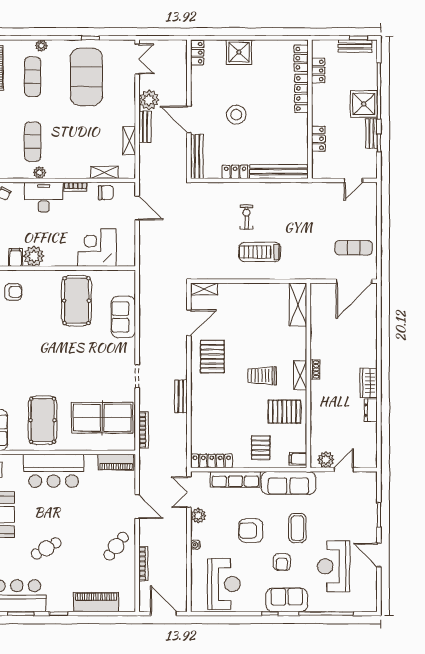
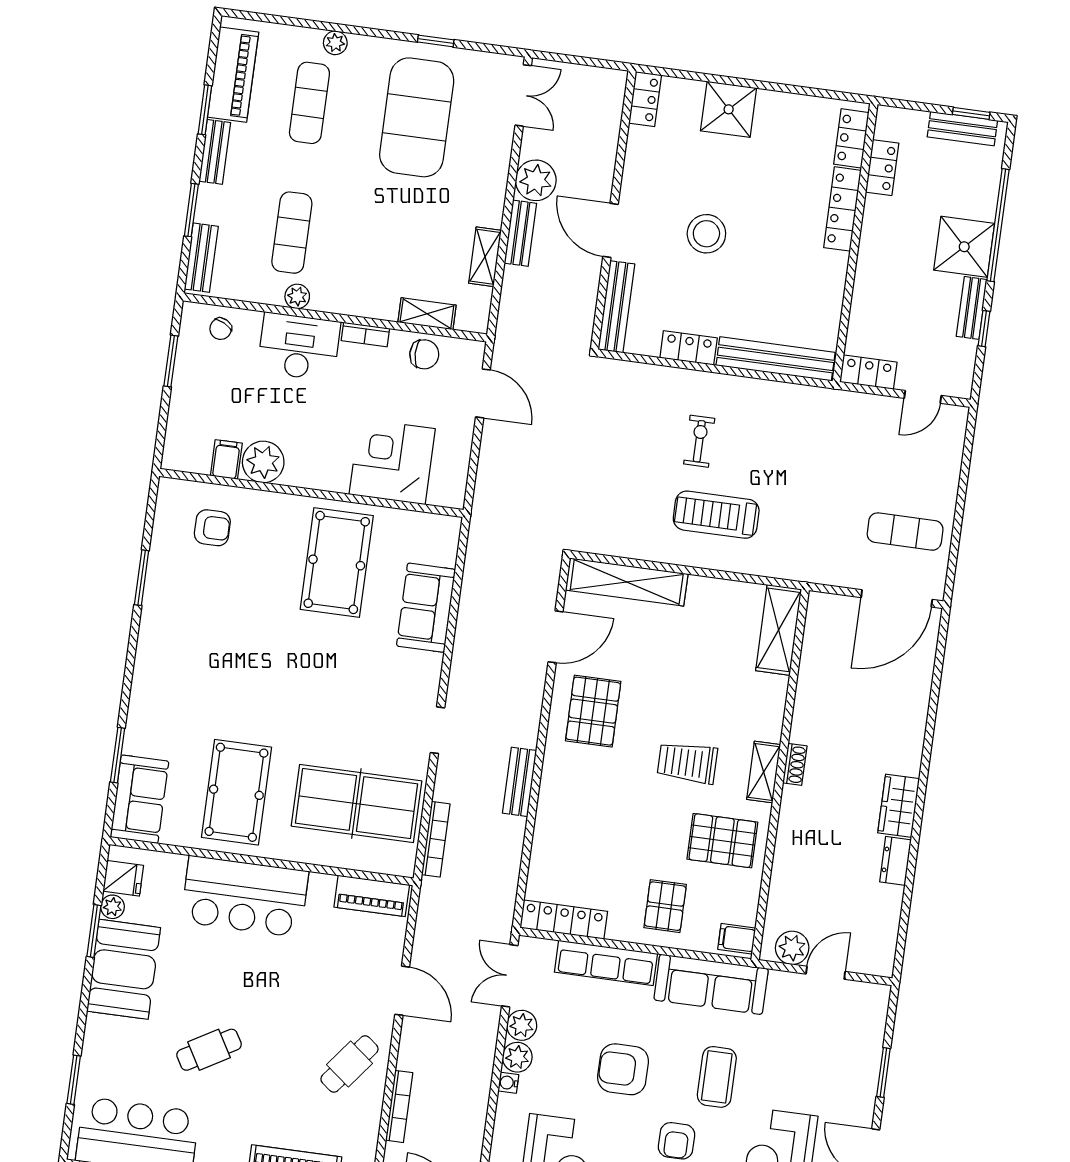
locker: (318, 139) -> (868, 372), moved, turned -90
shelving: (204, 289) -> (627, 582), width x2.20, depth x1.33
plant: (198, 532) -> (517, 1057), added

